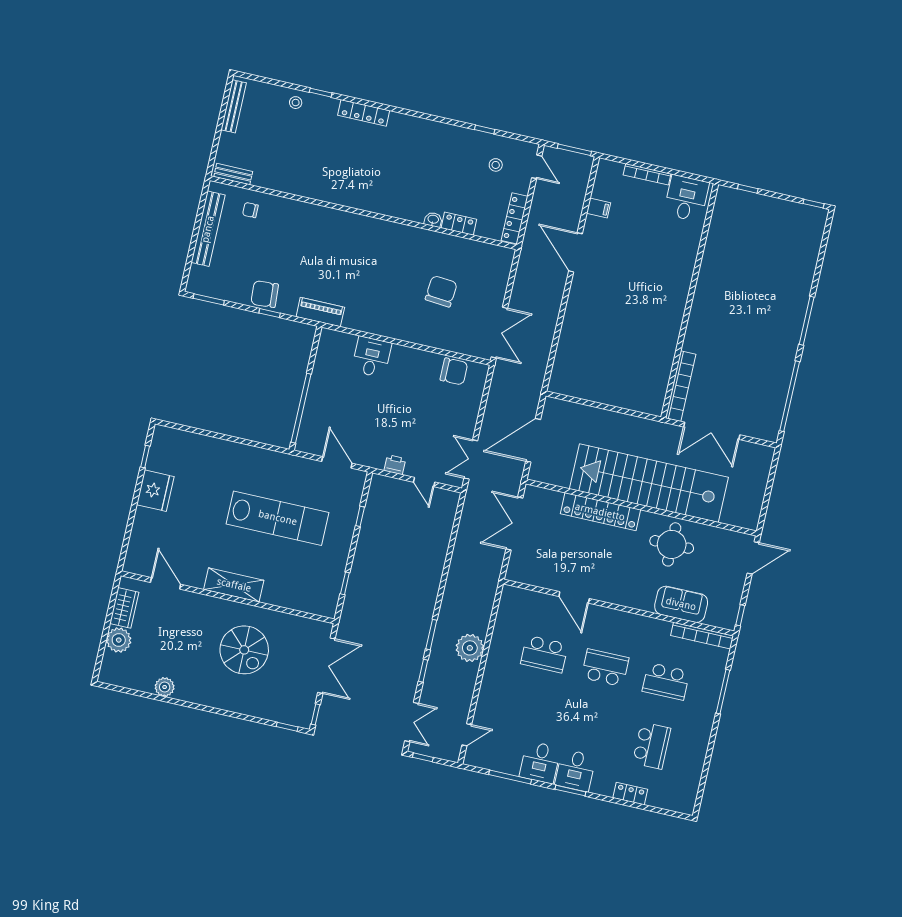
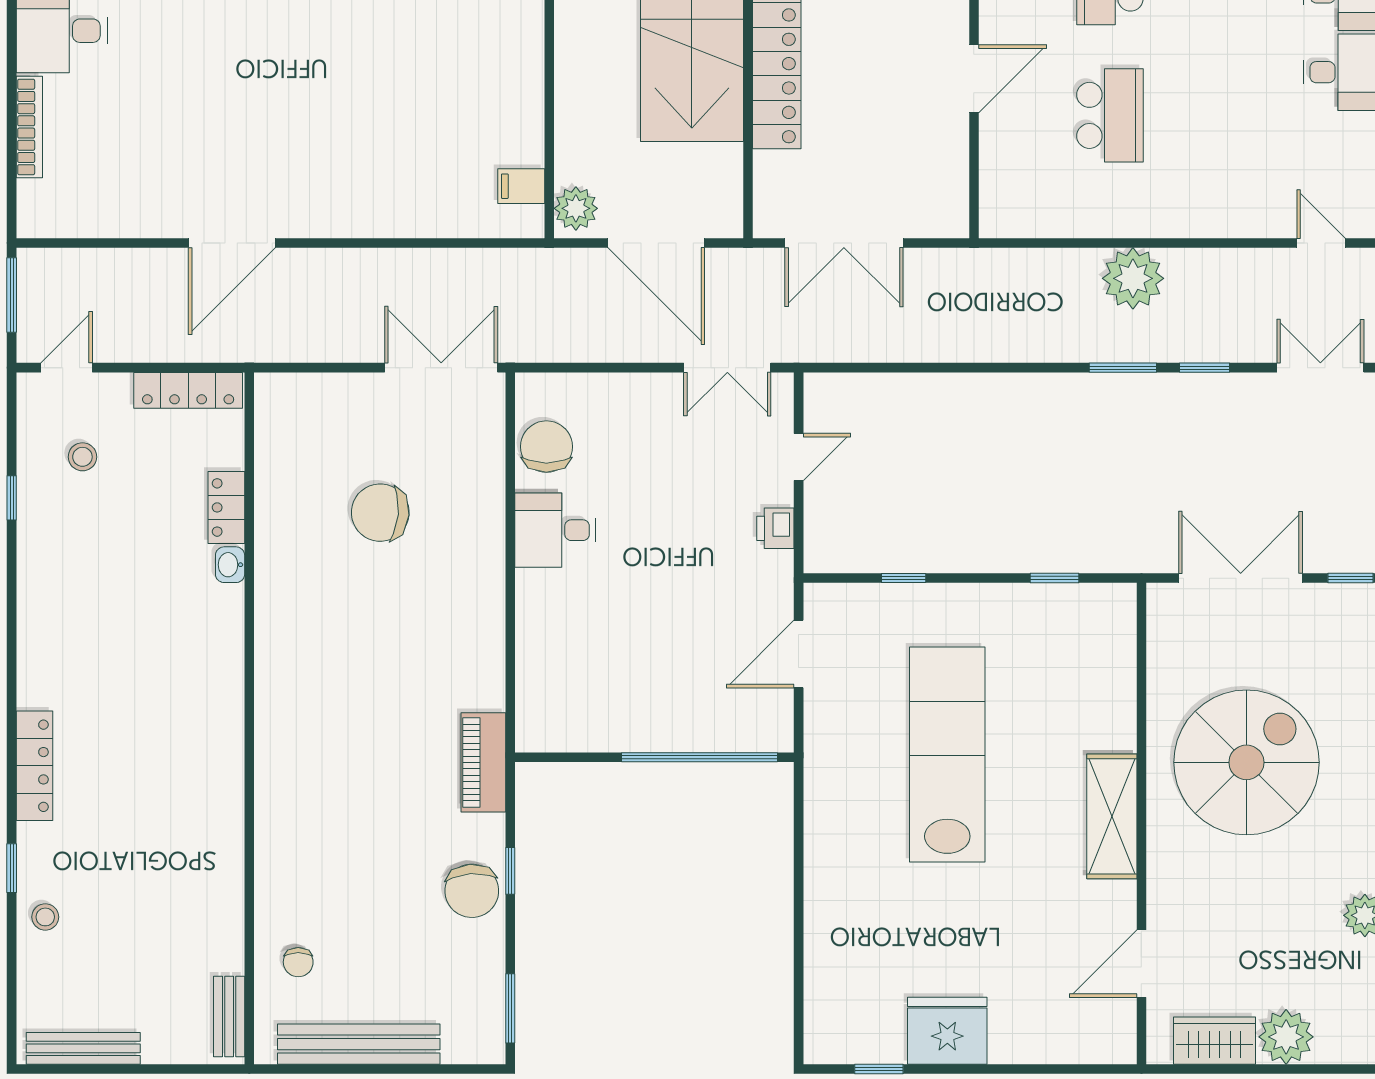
filing cabinet: (599, 208) -> (521, 186), moved, turned -90
desk: (372, 357) -> (555, 530), moved
plant: (556, 408) -> (576, 208), added
spiral stairs: (244, 650) -> (1246, 762), width x1.37, depth x1.37

